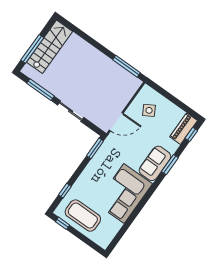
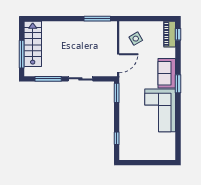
window: (170, 165) -> (178, 84), moved
coffee table: (83, 216) -> (142, 147), removed
window: (62, 223) -> (131, 163), removed

